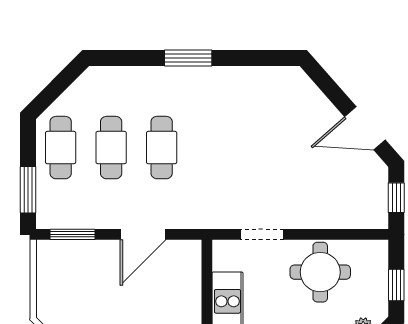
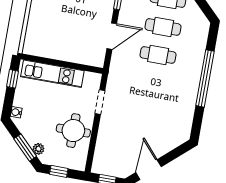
window: (188, 58) -> (205, 78), width x2.11
door: (143, 234) -> (112, 36), swing flipped

